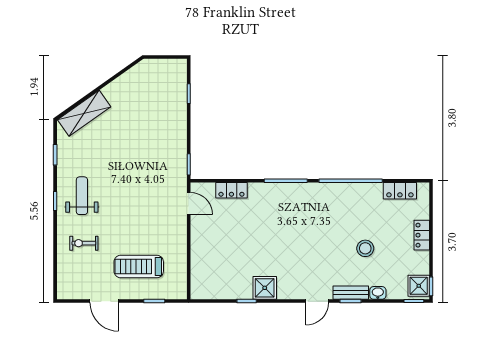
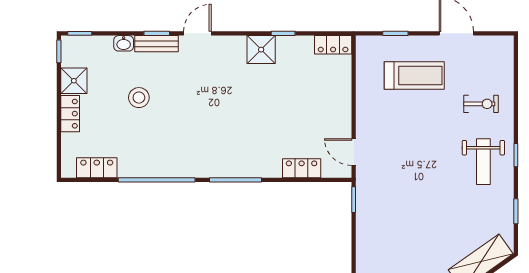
shower: (419, 286) -> (74, 81), moved
locker: (206, 292) -> (333, 45), added

